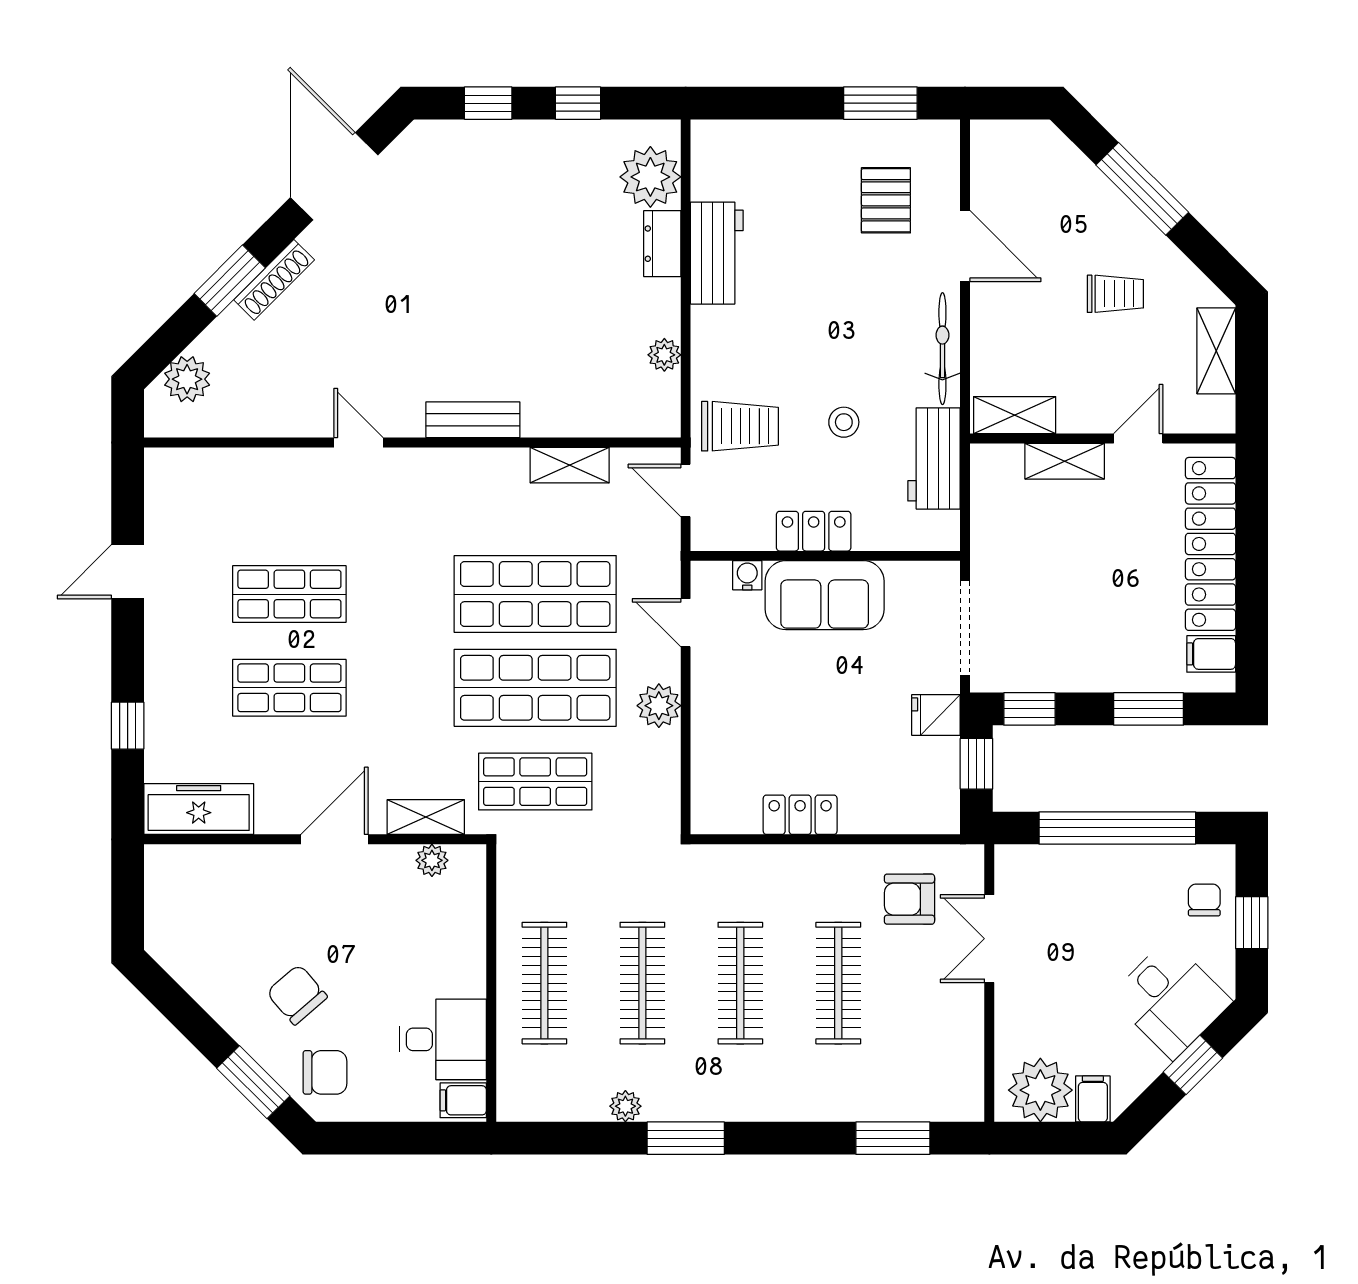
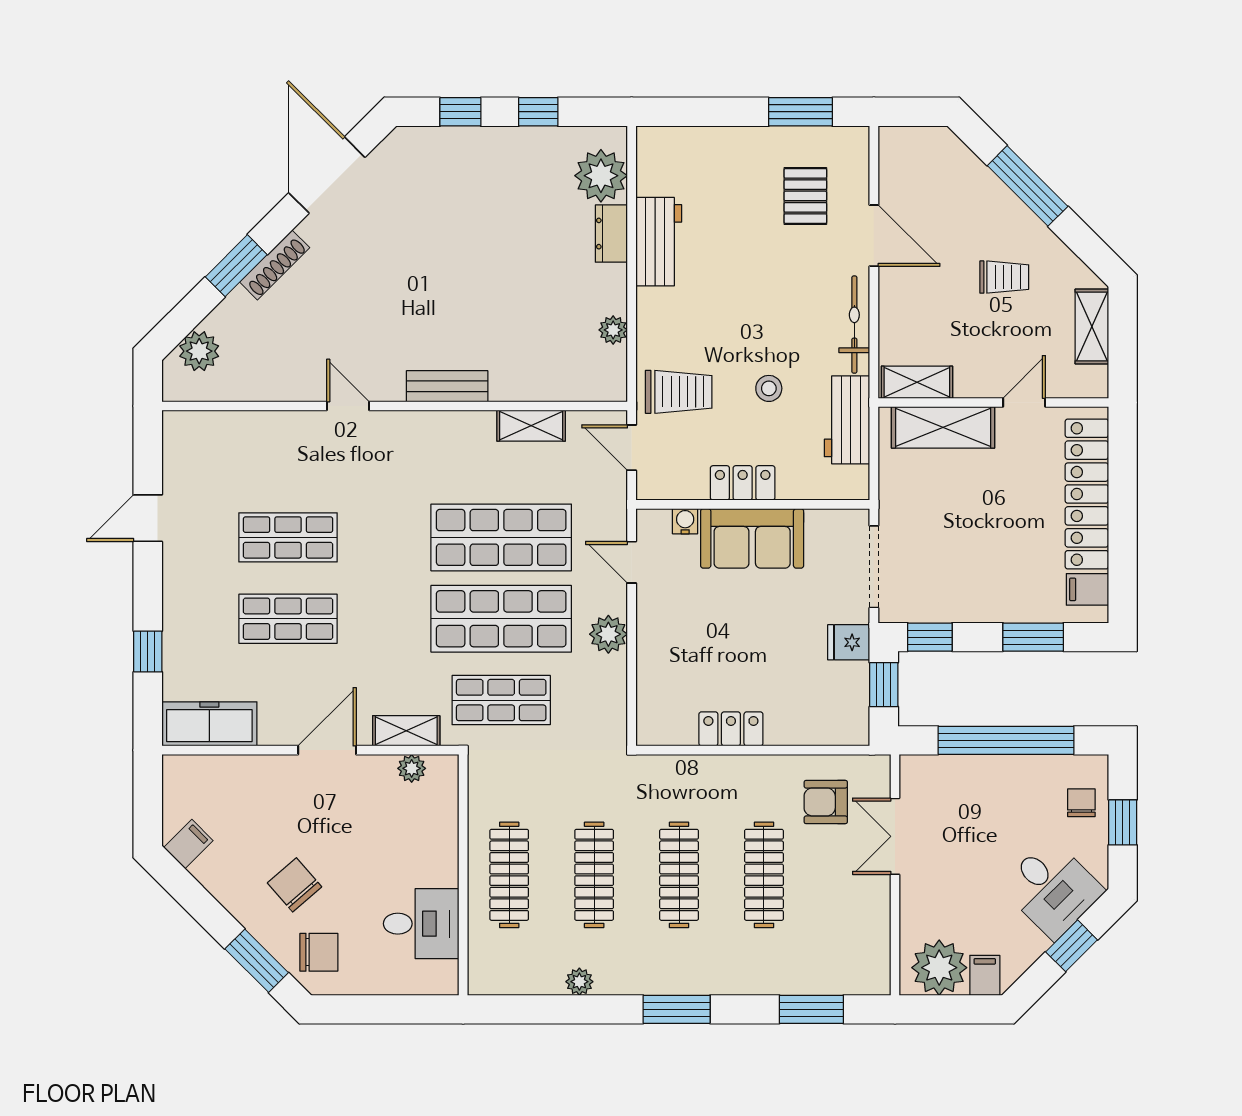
shelving: (1065, 461) -> (943, 427), width x1.50, depth x1.33
filing cabinet: (463, 1100) -> (188, 844), moved, turned 135
window: (686, 1138) -> (677, 1009), moved

